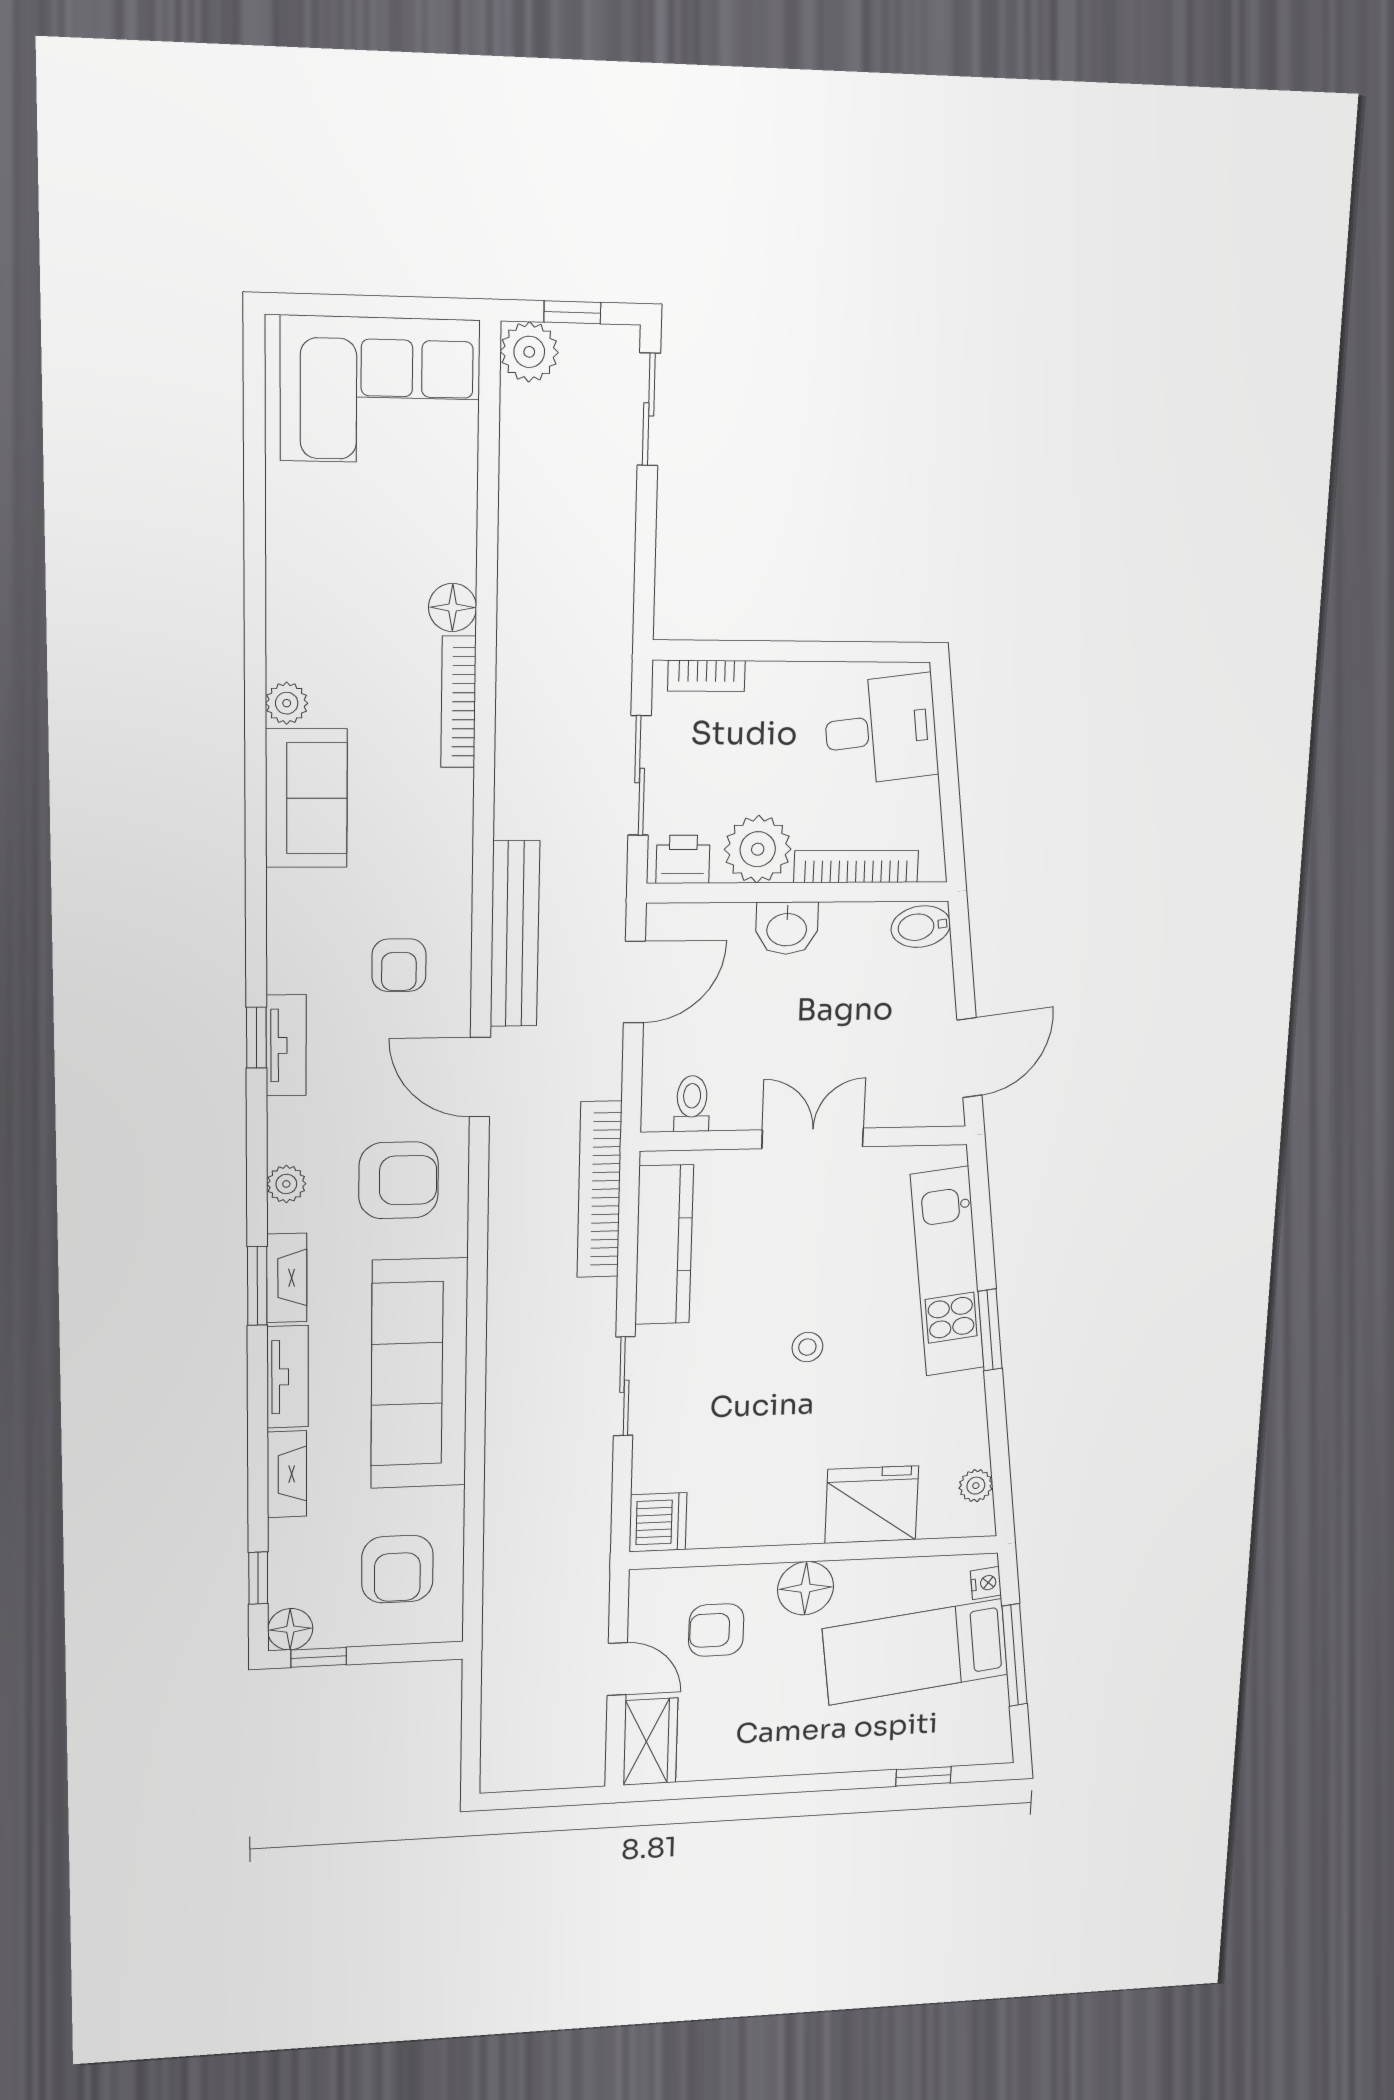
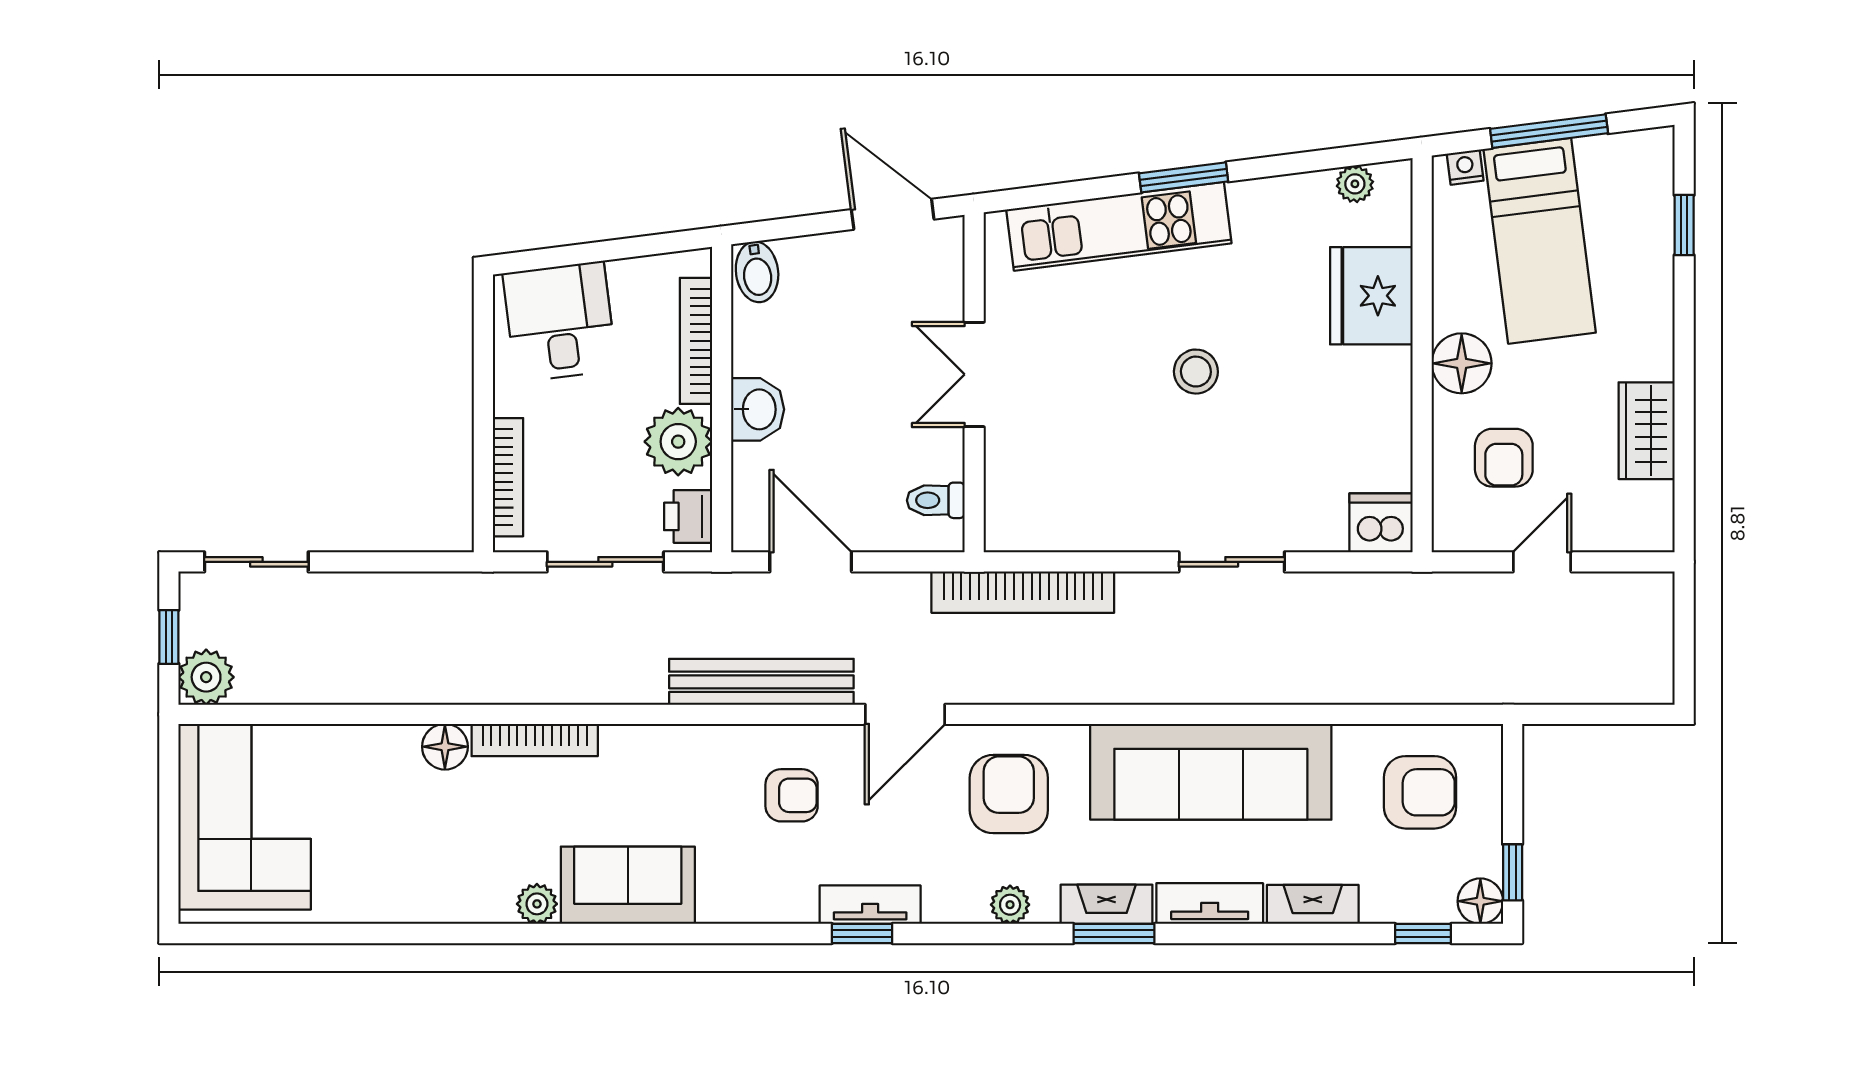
bookcase: (706, 676) -> (508, 477), width x1.56
kitchen counter: (664, 1245) -> (1082, 525), removed
stool: (807, 1347) -> (1196, 372), width x1.37, depth x1.37
wardrobe: (651, 1742) -> (1647, 431), moved, turned -90

